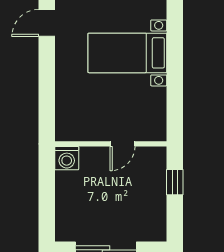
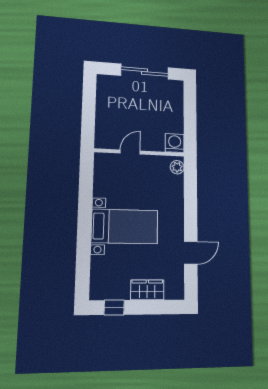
plant: (64, 127) -> (177, 167), added
window: (175, 182) -> (88, 119), removed

